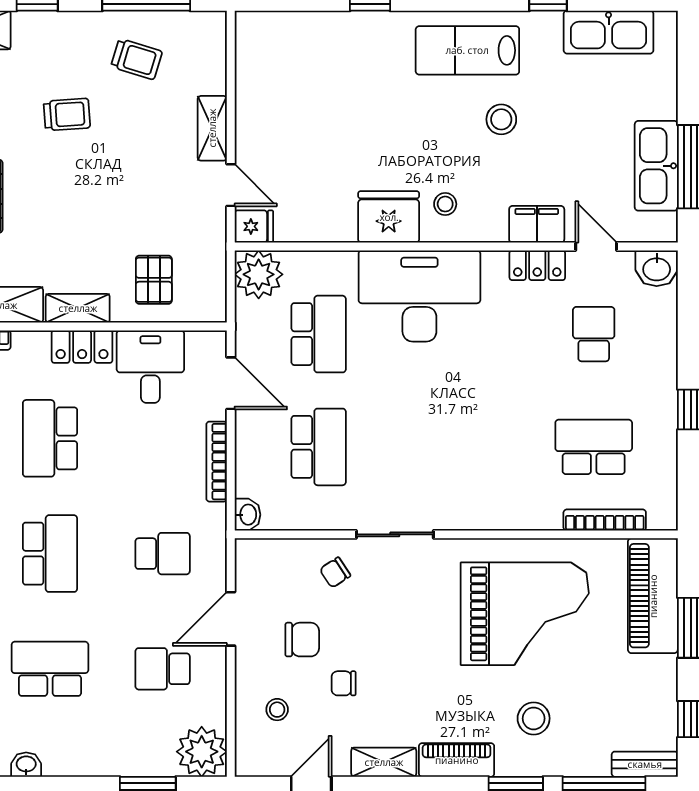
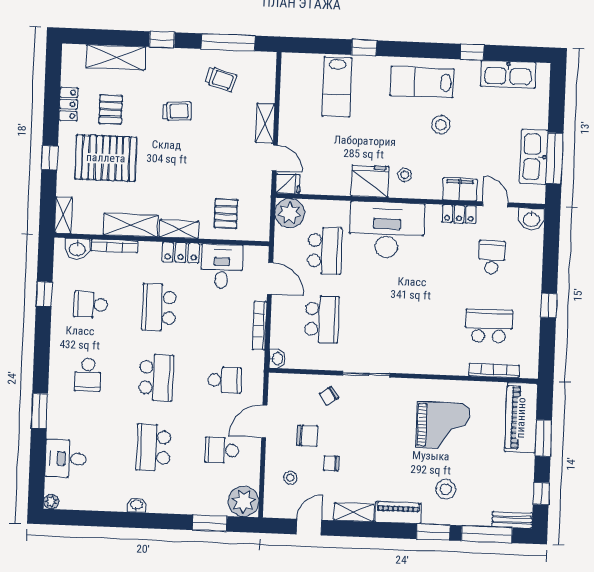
lab bench: (328, 64) -> (337, 87), added
grand piano: (525, 614) -> (443, 426), width x0.73, depth x0.68
school desk: (50, 669) -> (153, 447), turned -90

